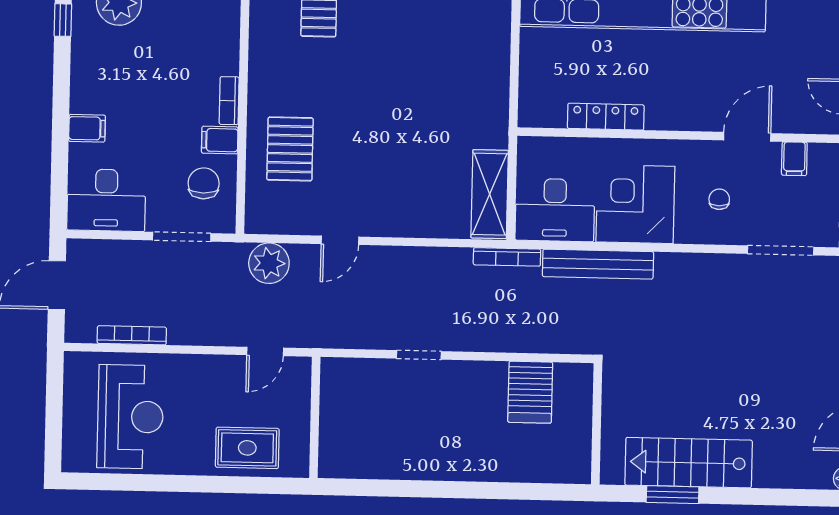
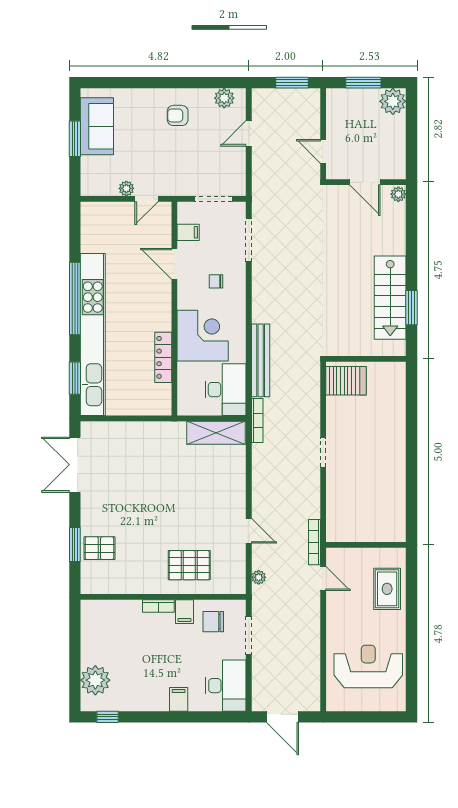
corner desk: (635, 204) -> (203, 336), moved, turned 180
plant: (269, 263) -> (259, 577), width x0.53, depth x0.53
bookcase: (132, 335) -> (315, 542), moved
doorway: (419, 355) -> (323, 452), moved
server rack: (530, 392) -> (346, 381), moved

